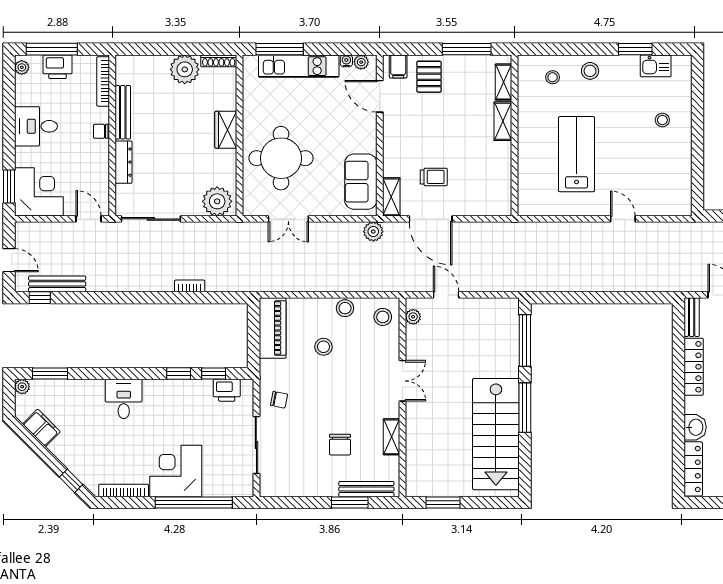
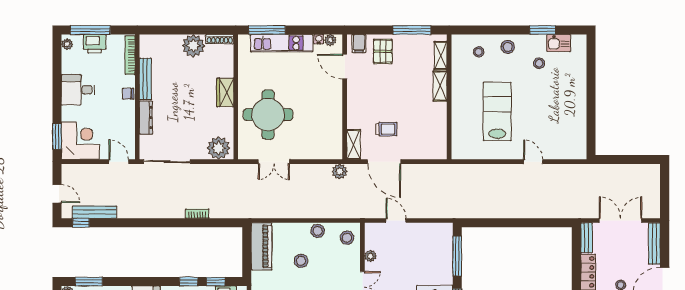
stool: (662, 120) -> (539, 63), moved
sofa: (361, 182) -> (330, 133), removed
plant: (413, 317) -> (370, 256), moved

